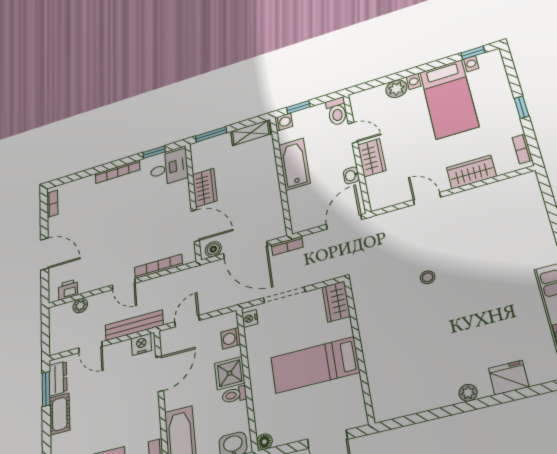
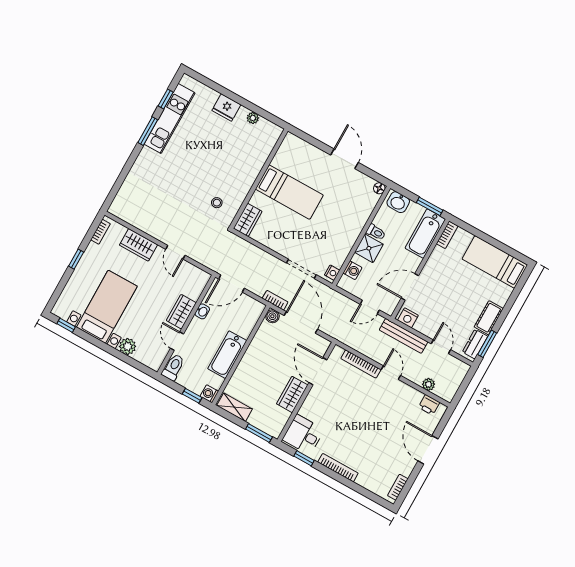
boiler: (213, 249) -> (272, 316), moved
wardrobe: (336, 302) -> (248, 220), moved
wall: (359, 350) -> (259, 179), moved
bed: (315, 365) -> (289, 192), moved

